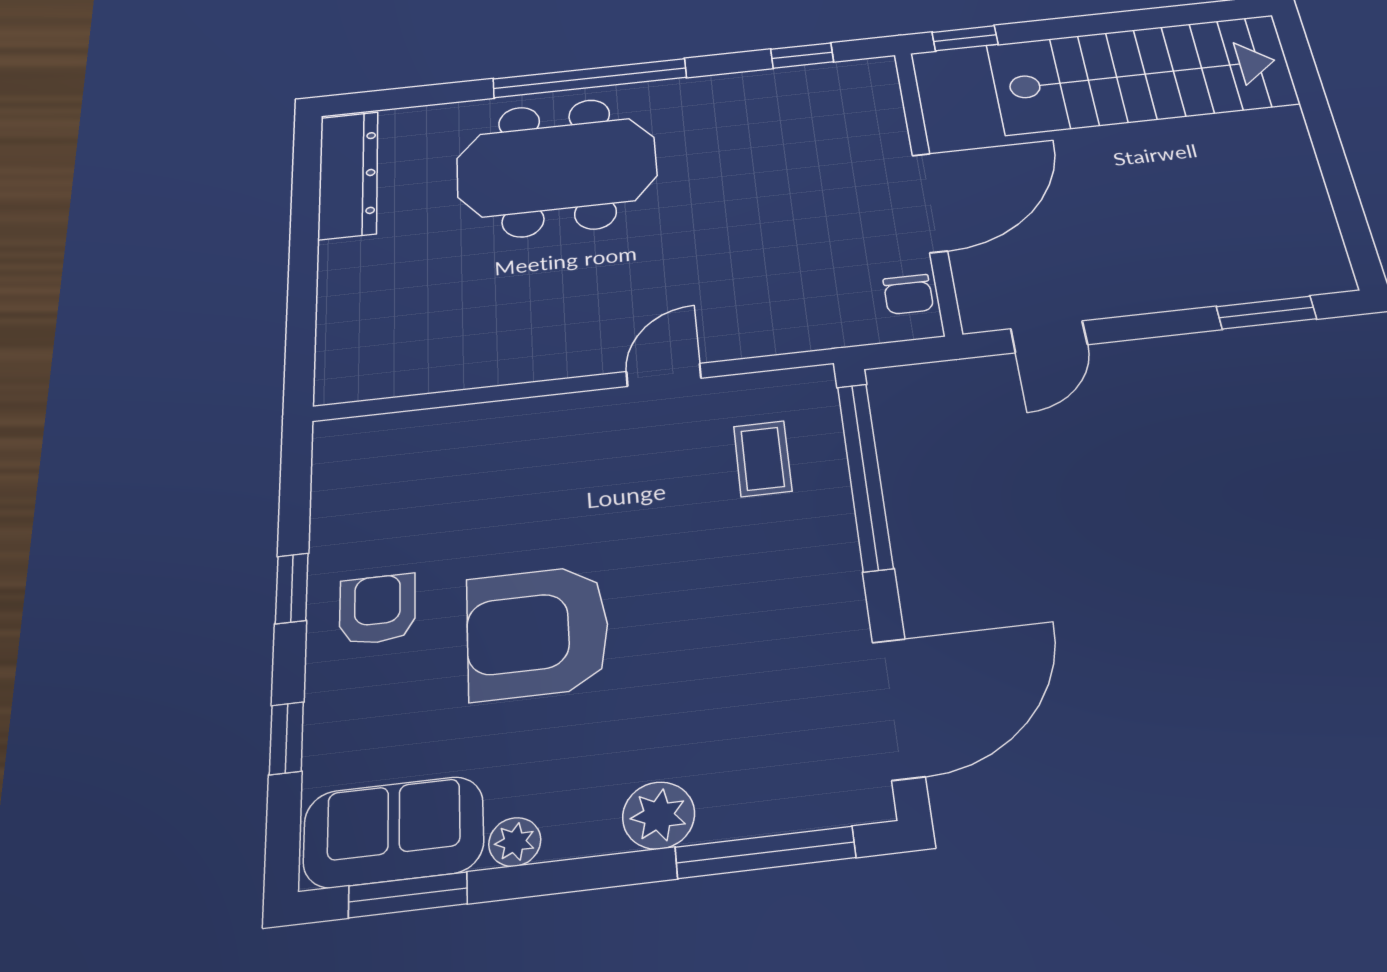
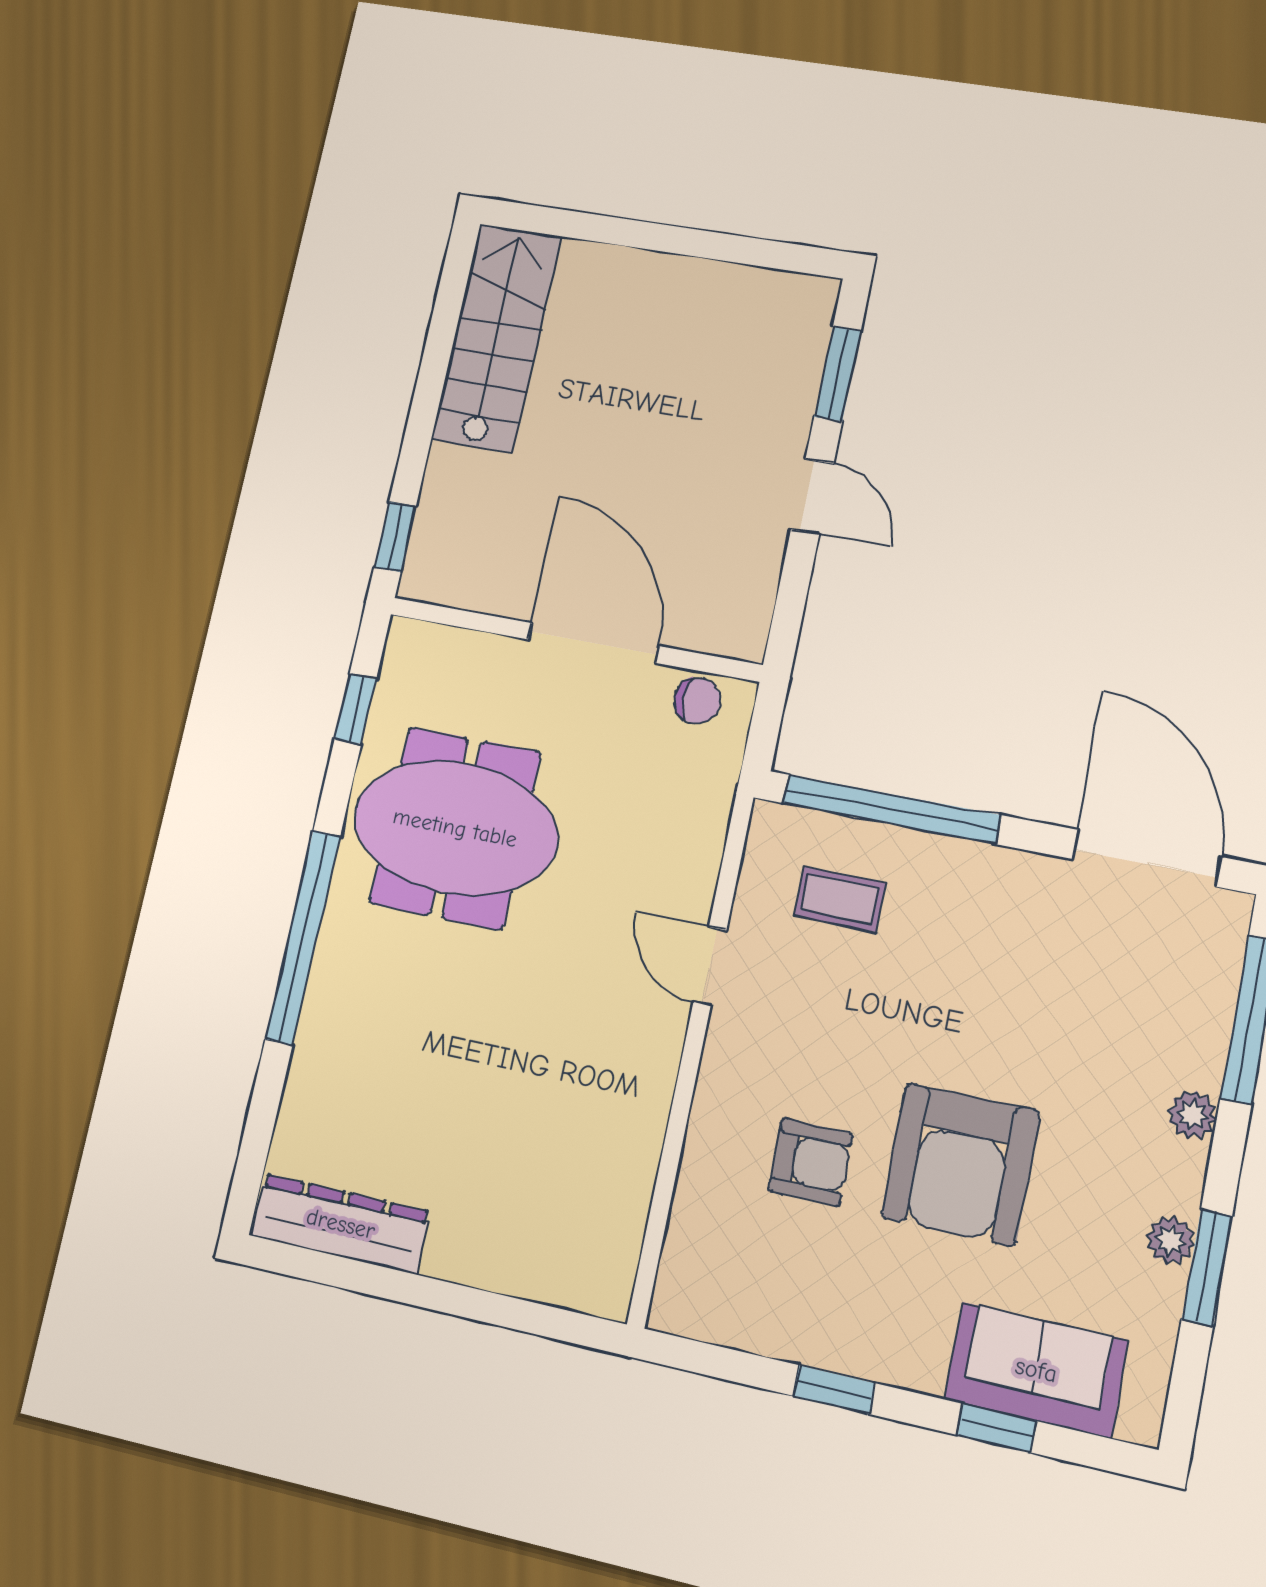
stairs: (1141, 74) -> (496, 337), width x0.73, depth x0.66
meeting table: (557, 167) -> (455, 828), moved, turned 90
door: (1049, 337) -> (812, 496), moved
armchair: (377, 609) -> (811, 1162), moved, turned 180
plant: (659, 815) -> (1192, 1115), width x0.73, depth x0.73
sofa: (394, 832) -> (1036, 1370), moved, turned 90
window: (408, 895) -> (1207, 1268), moved

